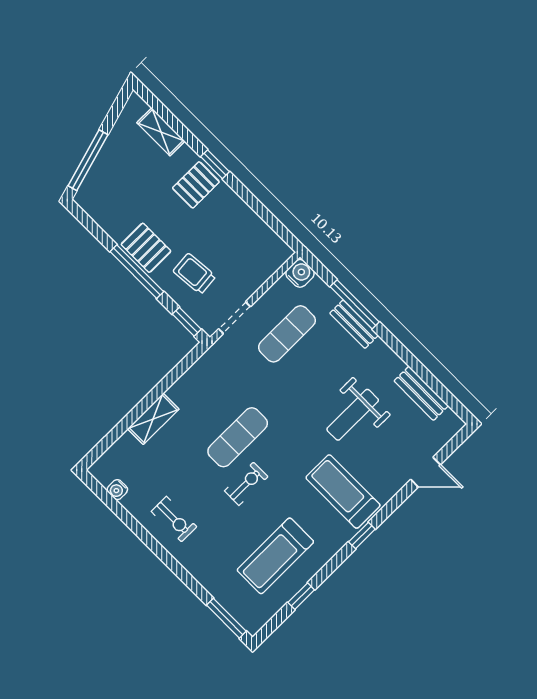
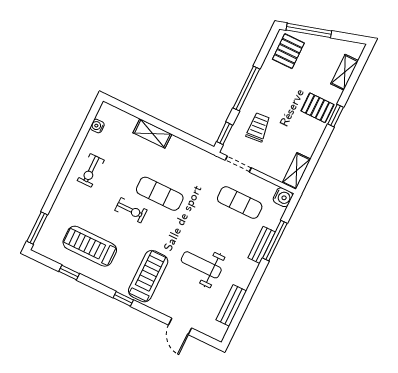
shelving: (271, 243) -> (296, 171), added
pallet: (146, 248) -> (288, 51), moved

